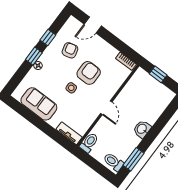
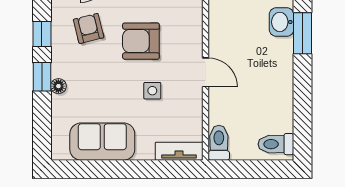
armchair: (89, 73) -> (141, 41), turned -90
side table: (71, 88) -> (152, 91), moved
washbasin: (142, 129) -> (281, 22), moved
window: (134, 159) -> (303, 33), moved

